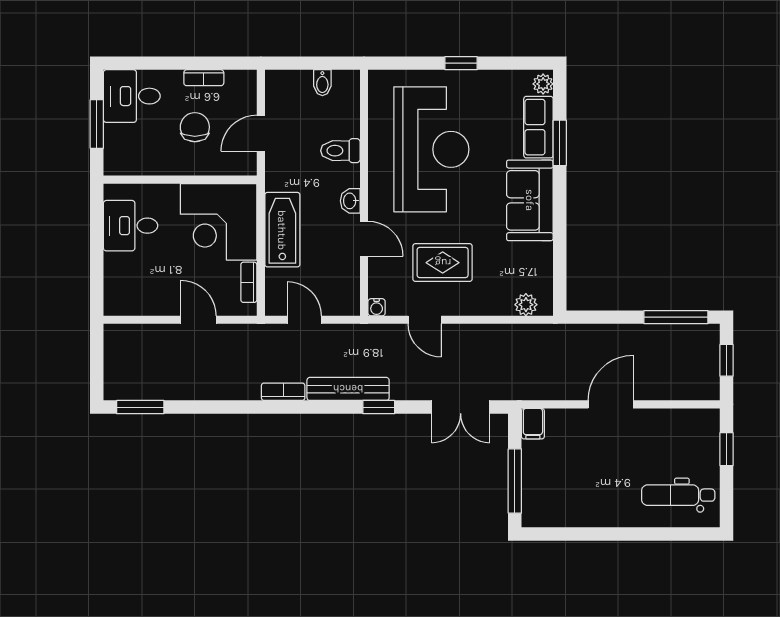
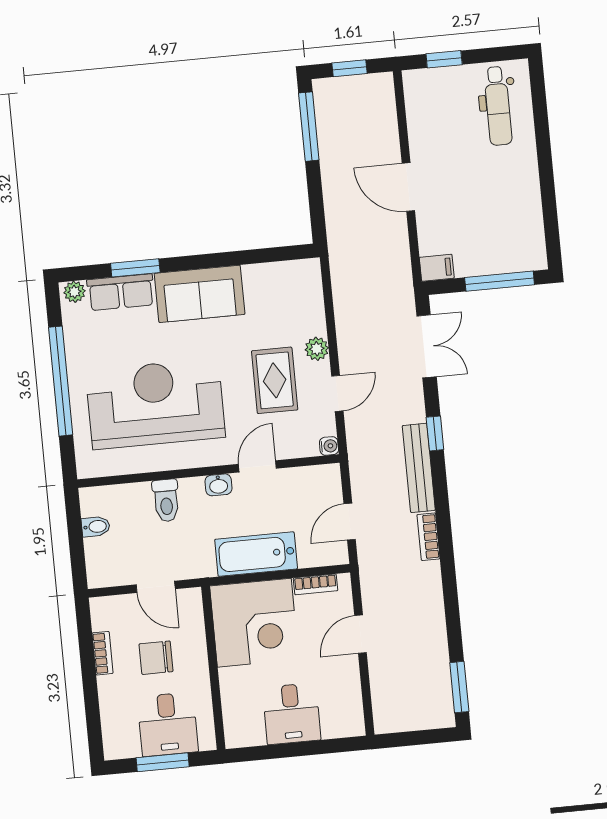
window: (461, 63) -> (61, 381), width x3.17
desk: (132, 96) -> (168, 724), moved
desk: (131, 226) -> (292, 714), moved
plant: (526, 305) -> (317, 349), moved

